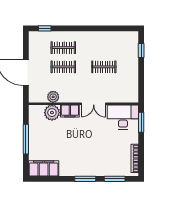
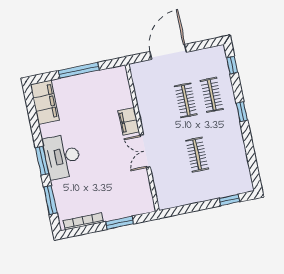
window: (80, 28) -> (242, 112), added
plant: (53, 97) -> (143, 95), removed
plant: (52, 113) -> (122, 98), removed
desk: (123, 117) -> (62, 156), moved, turned 180
window: (141, 122) -> (120, 223), moved

